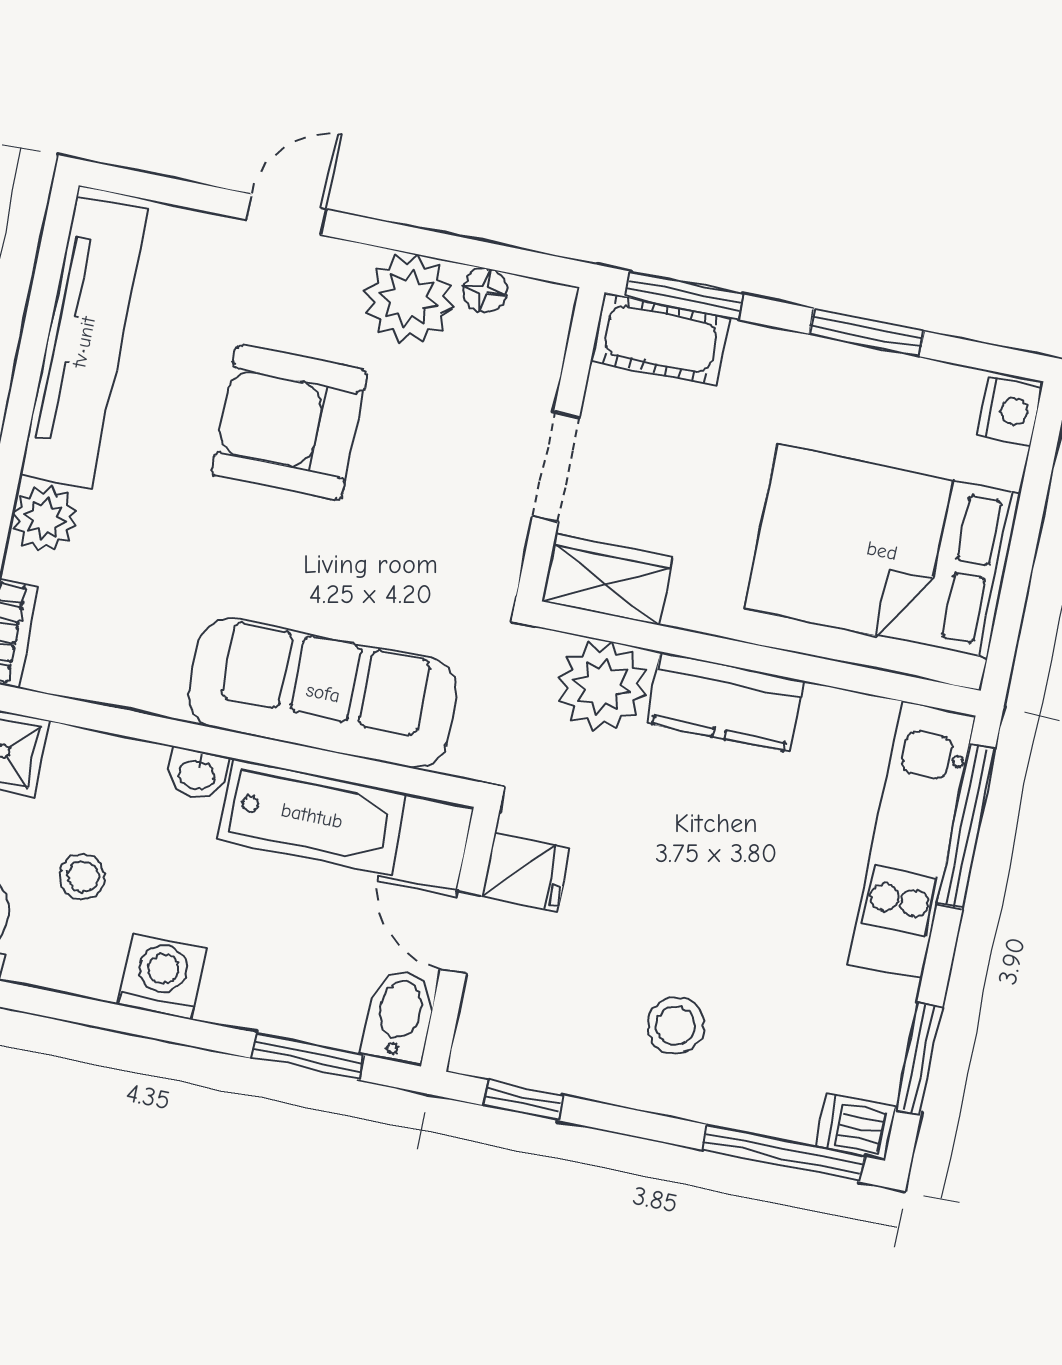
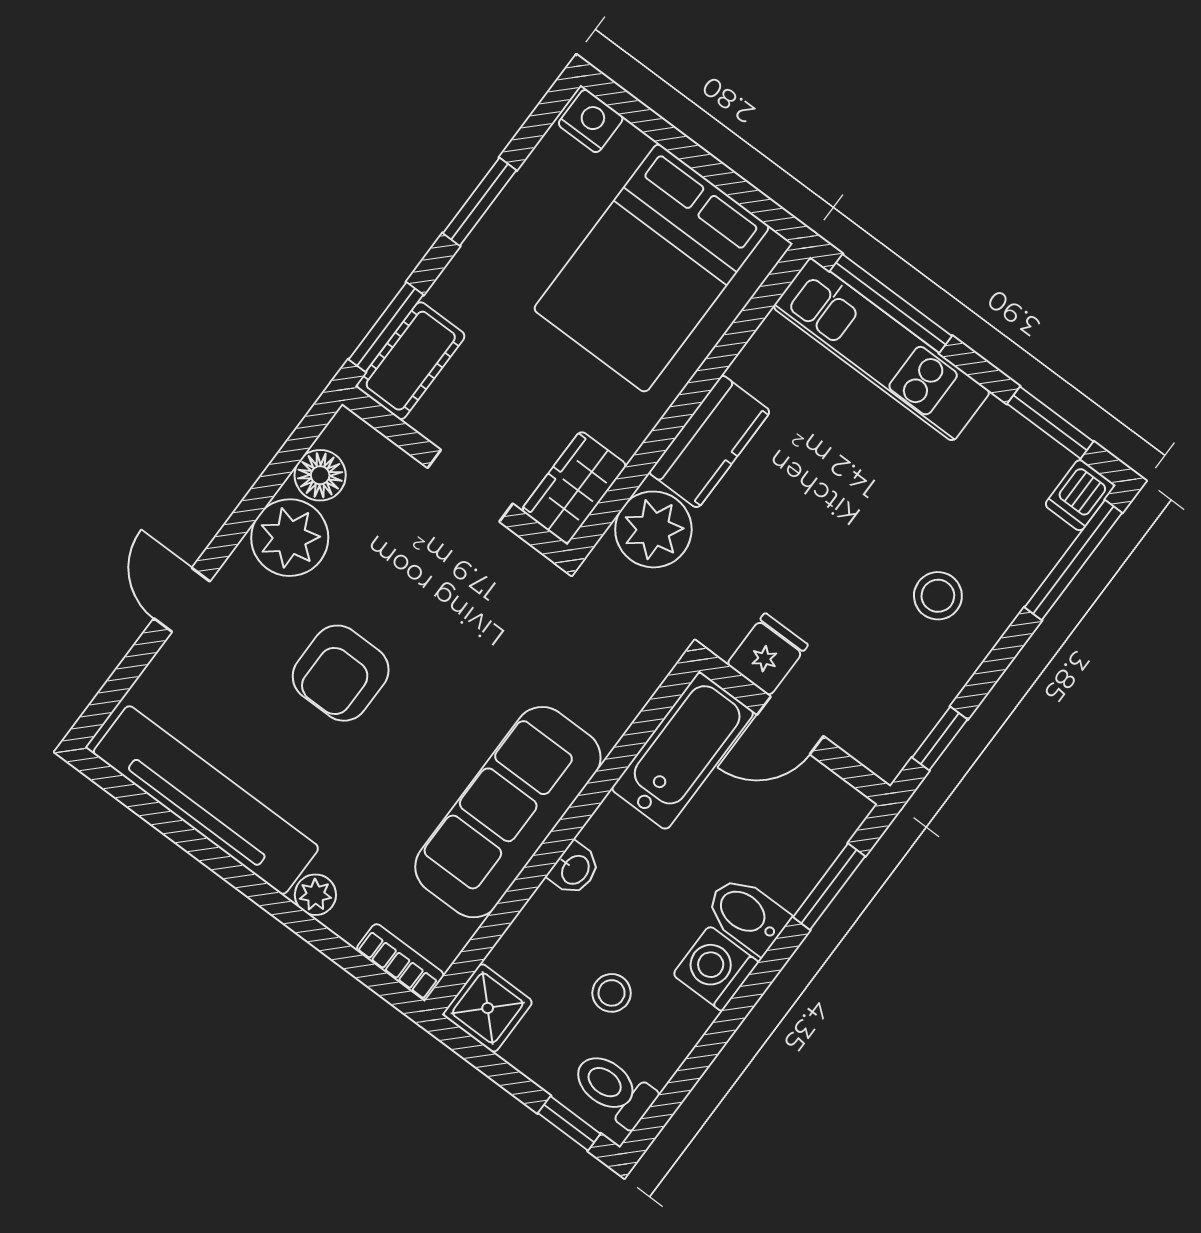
floor lamp: (485, 290) -> (320, 475), width x1.37, depth x1.37
armchair: (289, 423) -> (341, 673), width x0.73, depth x0.73
plant: (45, 519) -> (315, 895), width x0.73, depth x0.73
sofa: (323, 693) -> (508, 812), moved
bathtub: (312, 816) -> (683, 751), moved
bidet: (399, 1015) -> (747, 914), moved

